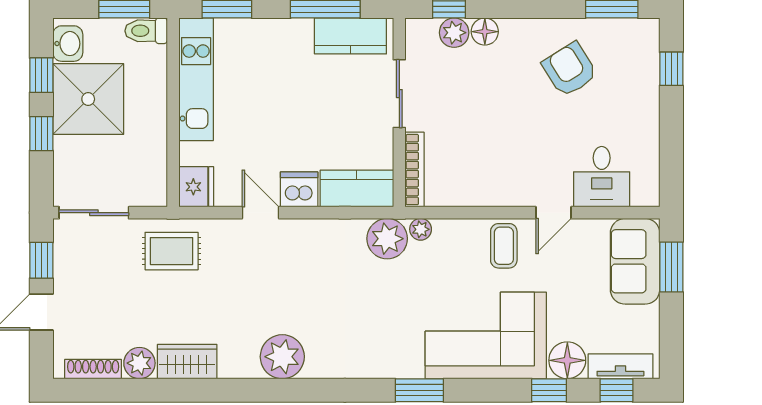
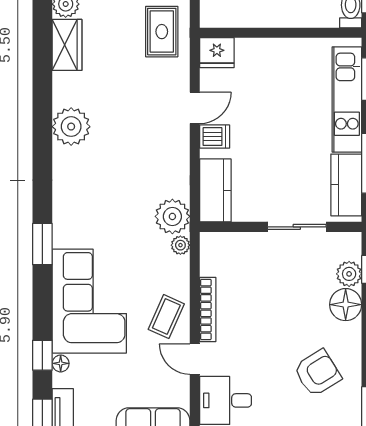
floor lamp: (485, 32) -> (346, 305), width x1.38, depth x1.38
kitchen unit: (196, 79) -> (347, 100), moved, turned 90
bookcase: (415, 170) -> (208, 309), moved, turned -90
dishwasher: (299, 189) -> (215, 137), width x0.73
coffee table: (504, 246) -> (166, 317), turned -66
floor lamp: (567, 360) -> (61, 363), width x0.53, depth x0.53

